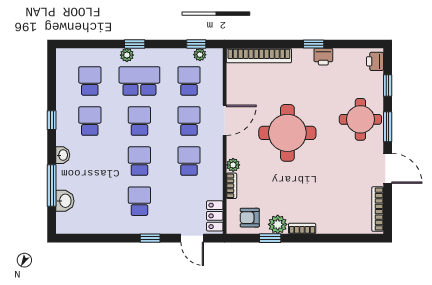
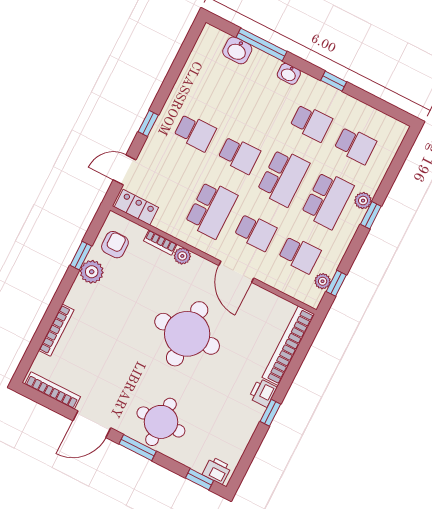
printer: (323, 57) -> (263, 393), moved
window: (388, 86) -> (200, 479), moved
school desk: (139, 121) -> (283, 177), width x1.85
school desk: (189, 161) -> (211, 210), width x1.85
bookcase: (302, 228) -> (56, 330), moved, width x1.56

